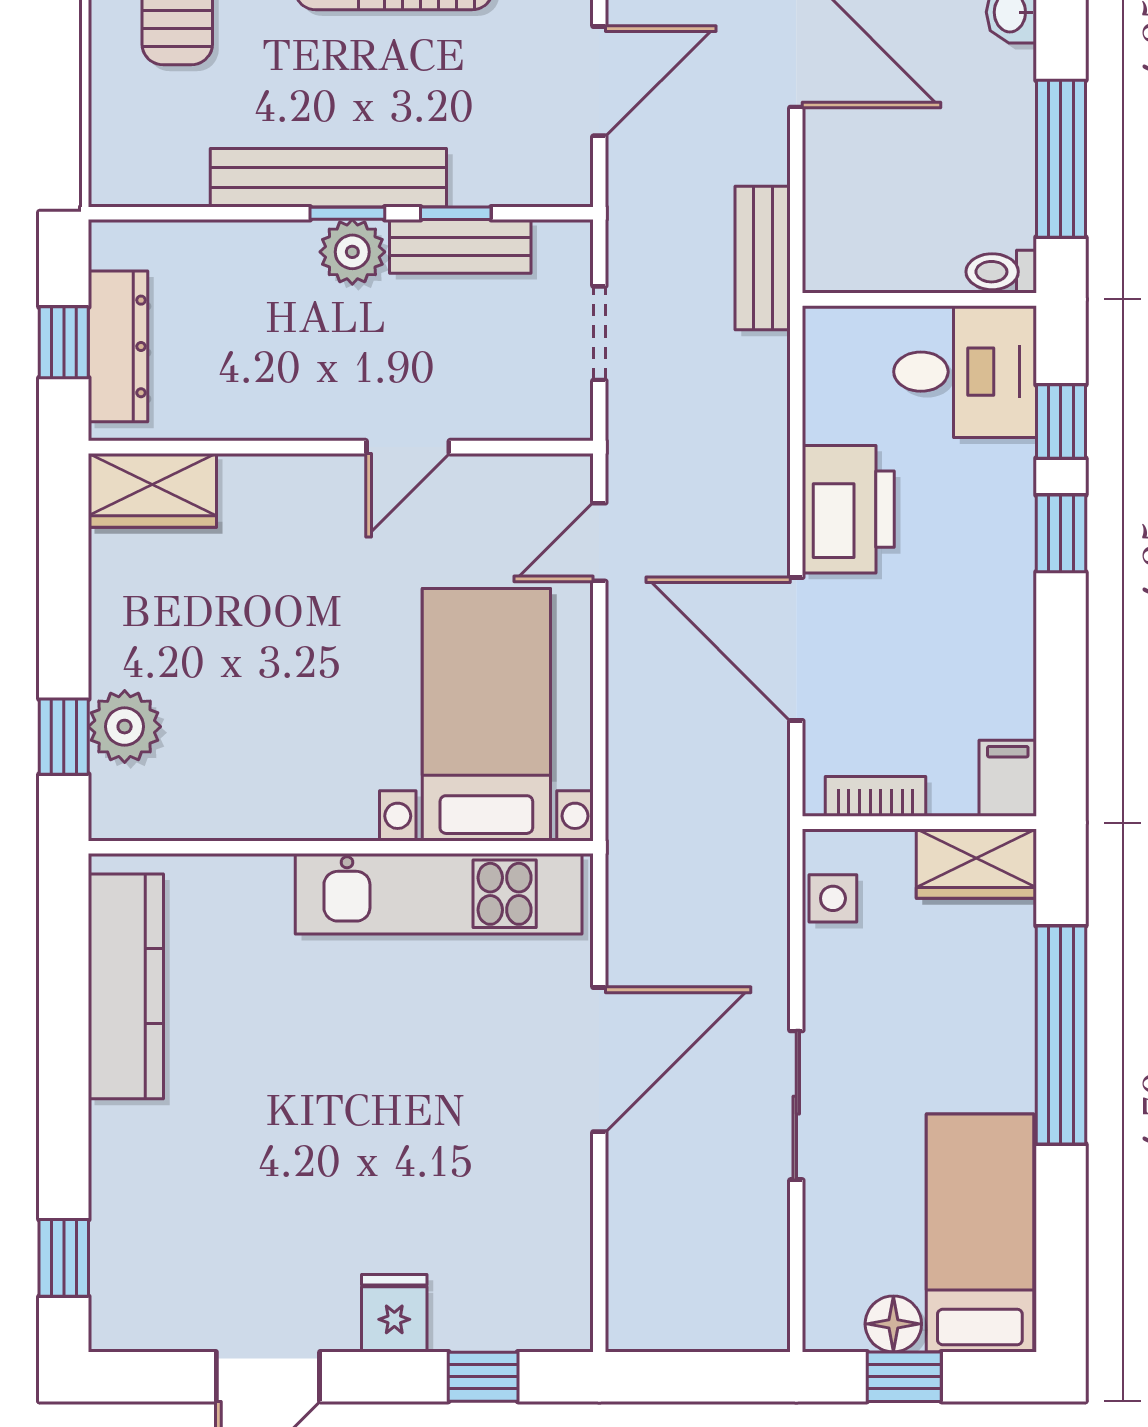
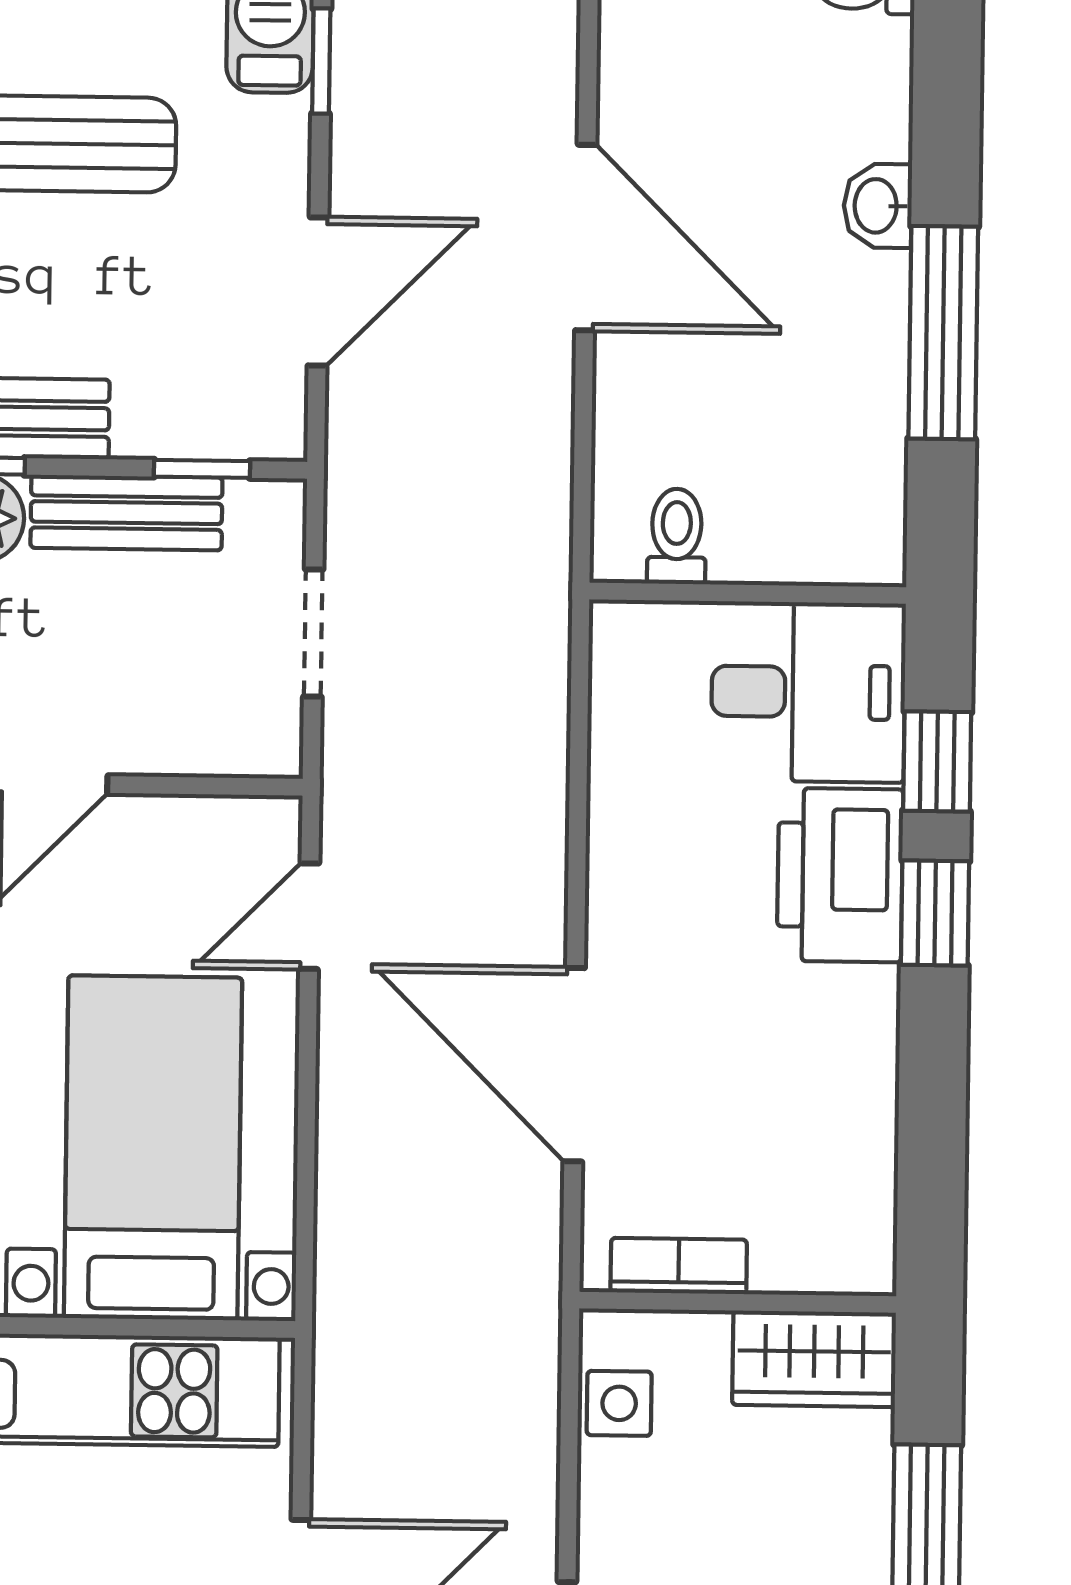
window: (1061, 159) -> (943, 333), moved
window: (456, 213) -> (202, 469), moved
bench: (763, 258) -> (536, 534), removed
toilet: (1001, 272) -> (677, 536), moved, turned 90
printer: (848, 509) -> (840, 875), moved, turned 180
filing cabinet: (1008, 778) -> (858, 1244), removed

